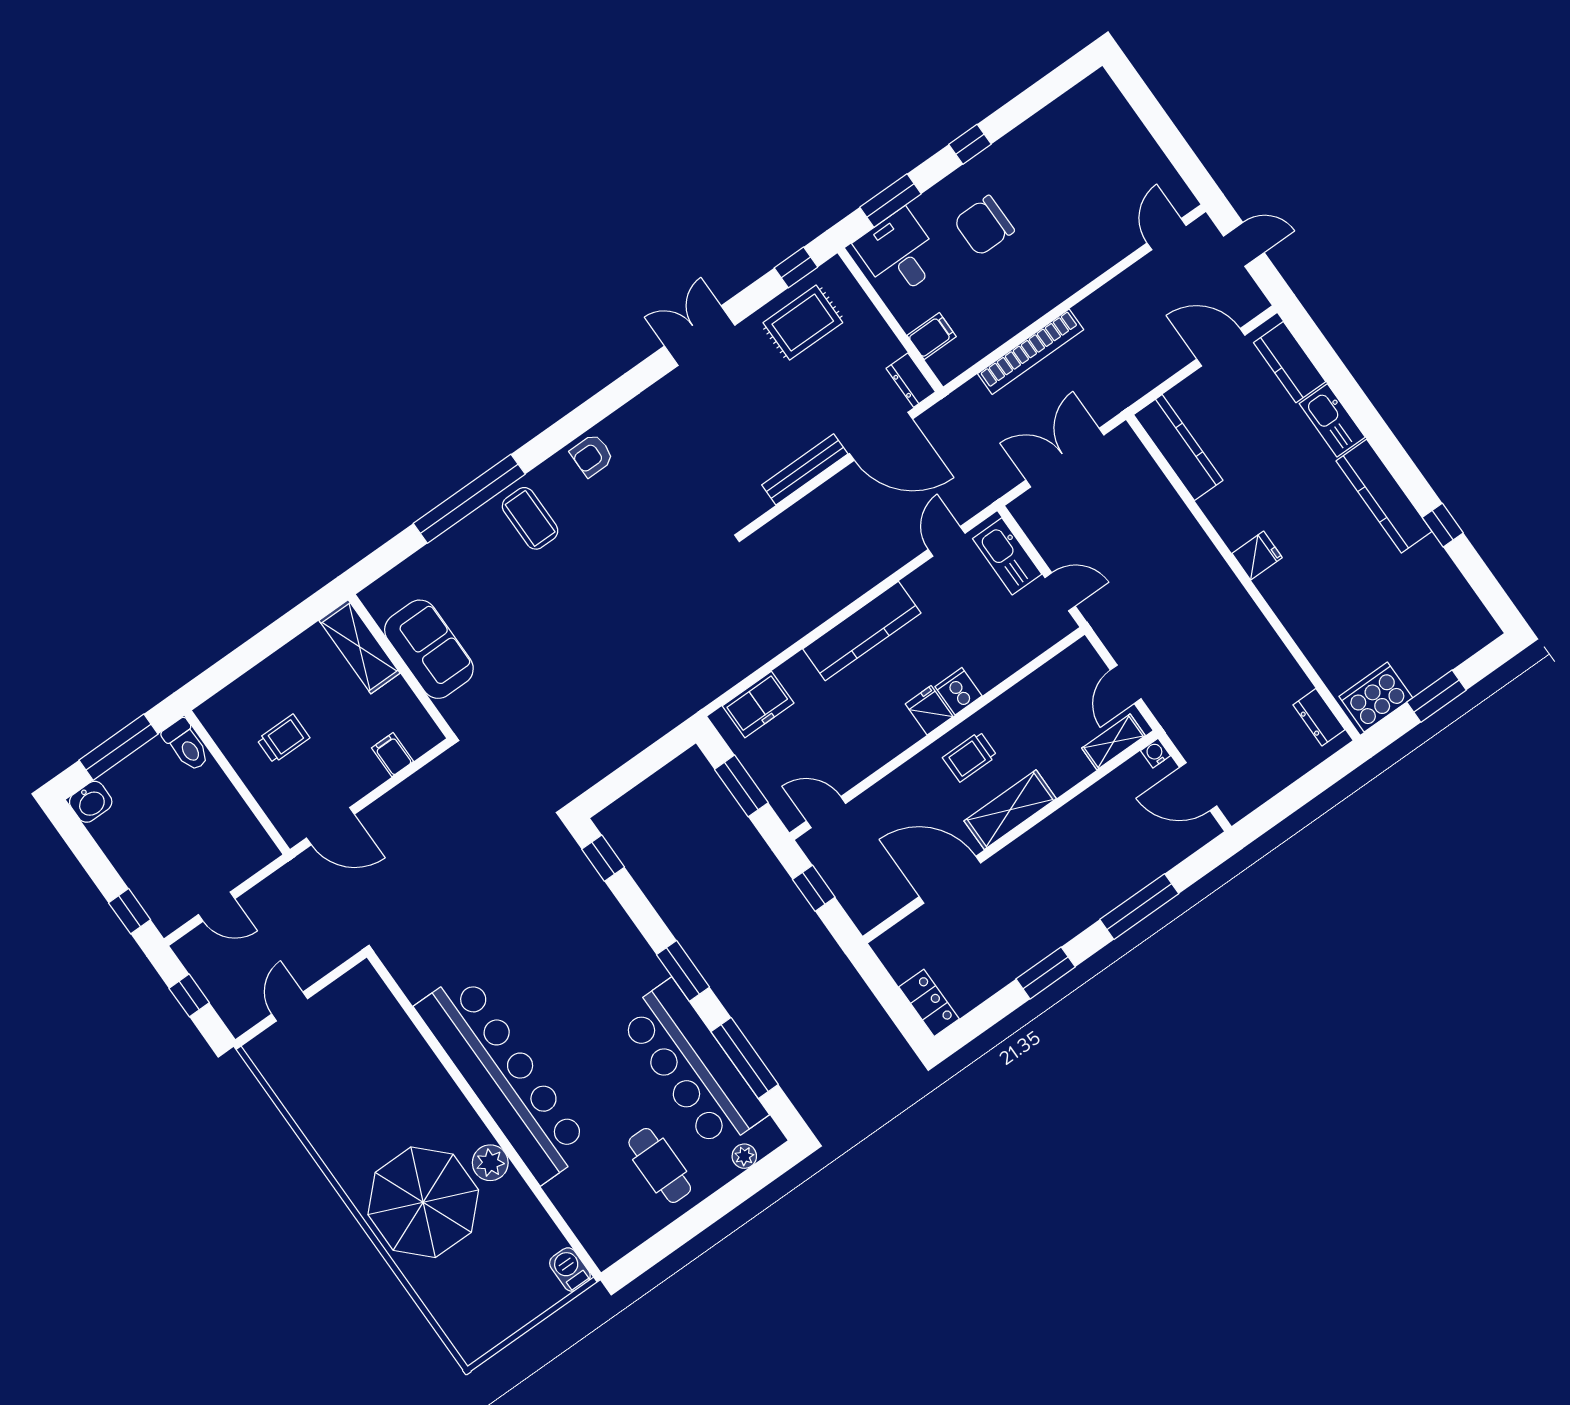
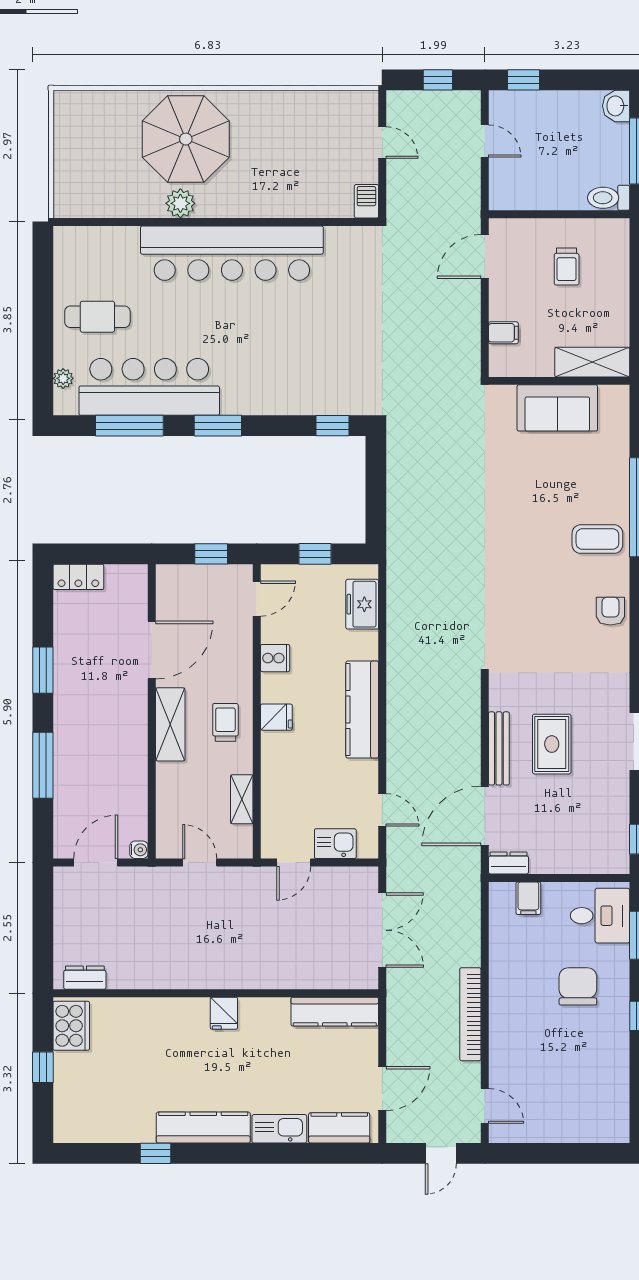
rug: (803, 323) -> (552, 744), moved
bookcase: (1031, 352) -> (470, 1014), moved
kitchen sink: (1007, 556) -> (335, 844), width x0.73
cooker: (959, 691) -> (275, 658), moved
window: (1437, 696) -> (43, 1067), width x0.67
shelving: (1114, 742) -> (242, 799), moved
window: (741, 786) -> (315, 554), width x0.67
door: (217, 907) -> (485, 141), swing flipped
barbecue: (570, 1269) -> (366, 201), moved, turned -90

